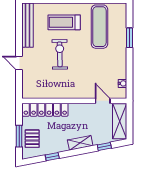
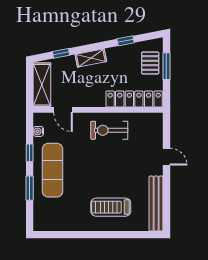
treadmill: (64, 22) -> (111, 207), turned 180
exercise mat: (99, 27) -> (53, 170), moved
exercise bike: (60, 54) -> (109, 130), moved, turned 91
window: (130, 66) -> (30, 153), added

